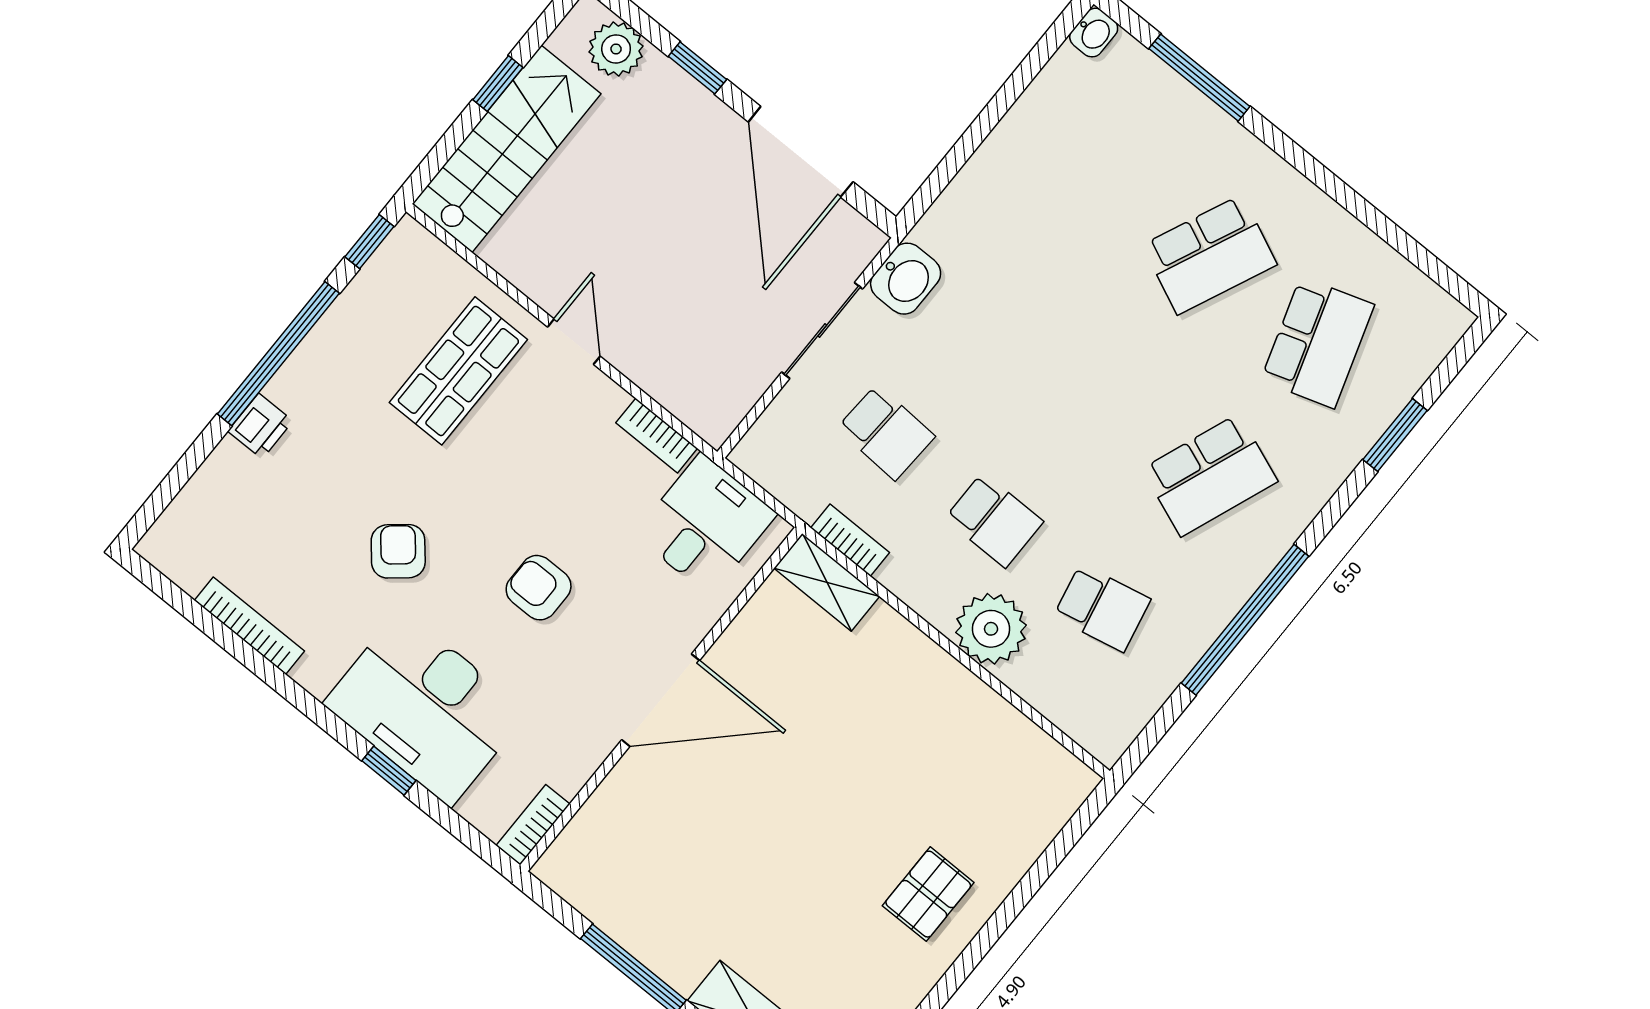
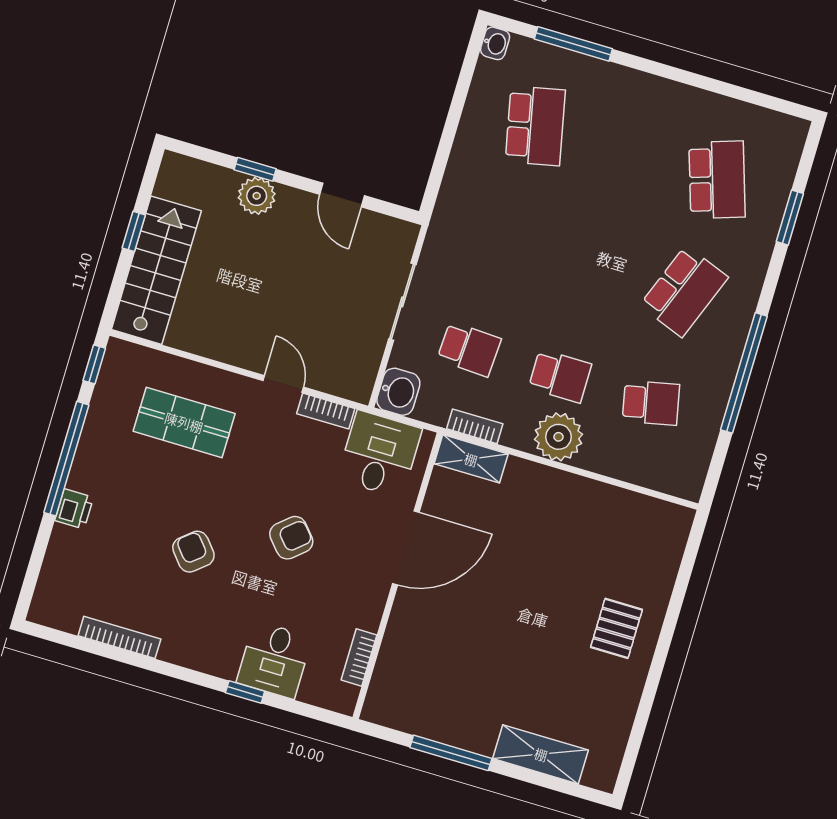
plant: (616, 49) -> (257, 196), moved
door: (801, 152) -> (342, 195), width x0.53
school desk: (1210, 255) -> (535, 126), moved, turned -36
washbasin: (906, 279) -> (398, 392), moved
door: (574, 342) -> (283, 384), moved
shop shelf: (458, 371) -> (184, 422), turned 90
armchair: (539, 588) -> (291, 538), turned 139
plant: (991, 629) -> (559, 437), moved
door: (661, 700) -> (406, 548), moved
desk: (426, 708) -> (274, 660), width x0.53, depth x0.77
bookcase: (533, 825) -> (359, 657), moved

